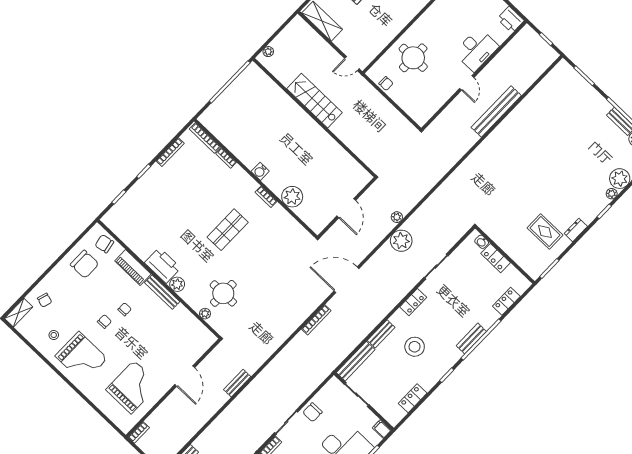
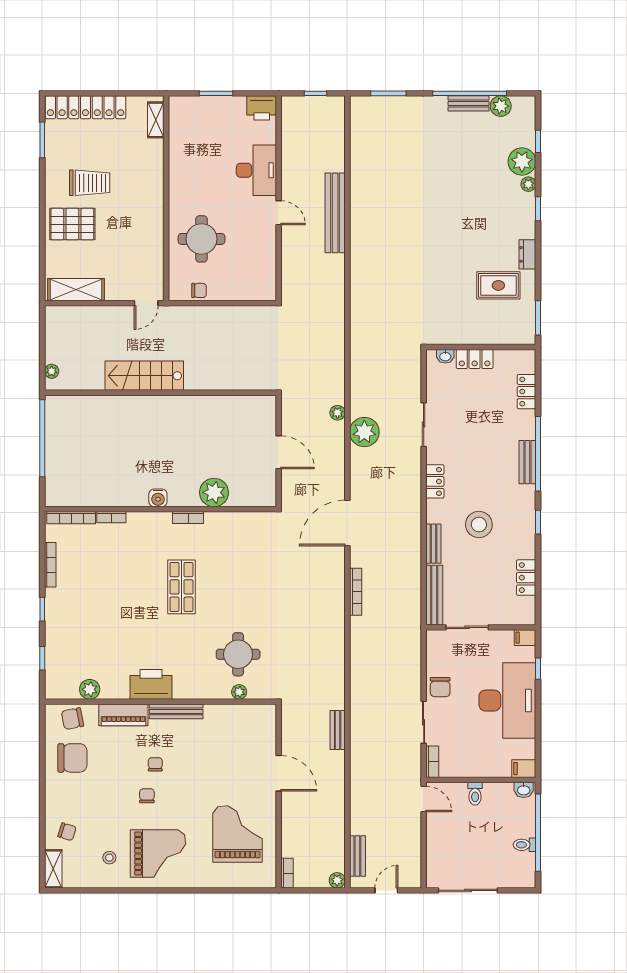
plant: (177, 284) -> (90, 689), moved

